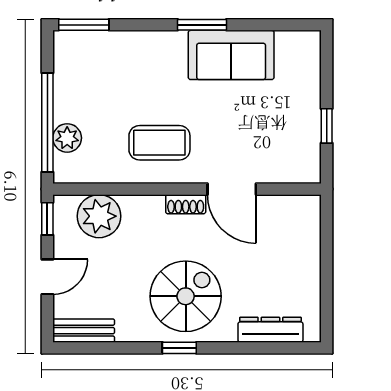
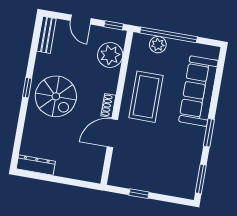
window: (84, 25) -> (201, 179), moved
sofa: (231, 55) -> (198, 91), moved, width x1.36
coffee table: (159, 143) -> (146, 97), width x1.36, depth x1.32
dresser: (270, 330) -> (36, 165), moved, turned -90

